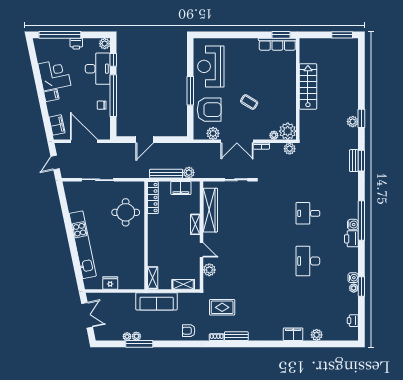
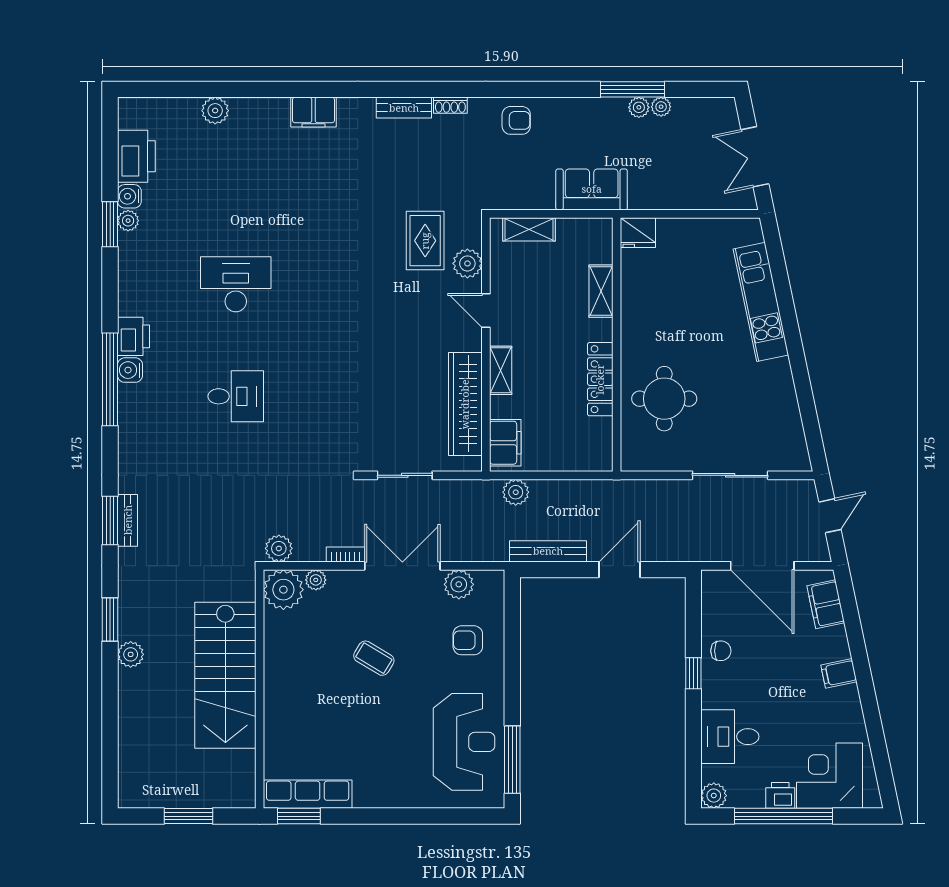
window: (60, 35) -> (784, 816), moved
window: (342, 35) -> (188, 816), moved
window: (113, 60) -> (693, 757), removed
desk: (98, 69) -> (730, 737), width x0.73
corner desk: (54, 75) -> (830, 776), moved, turned 102
stairs: (308, 86) -> (225, 675), width x1.36, depth x1.51
window: (190, 91) -> (512, 760), moved
window: (113, 96) -> (693, 673), width x0.32
armchair: (209, 110) -> (468, 640), width x0.53, depth x0.53
plant: (353, 122) -> (131, 654), moved
bench: (166, 174) -> (548, 551), moved
filing cabinet: (181, 188) -> (505, 443), moved, turned 90
locker: (153, 197) -> (600, 379), moved
kitchen unit: (83, 245) -> (761, 302), width x0.73
desk: (308, 261) -> (236, 284), turned -90
shelving: (153, 278) -> (601, 291), moved
water cooler: (353, 278) -> (129, 196), moved
fridge: (110, 283) -> (638, 233), moved
sofa: (157, 301) -> (592, 189), width x0.73
rug: (222, 307) -> (425, 241), moved, turned 90
printer: (353, 321) -> (136, 156), width x1.87, depth x1.48
filing cabinet: (293, 334) -> (313, 112), moved

